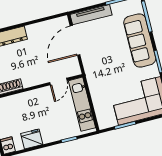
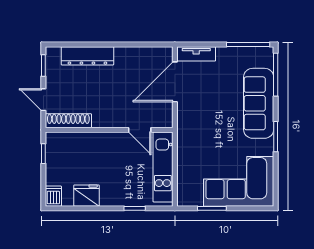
tv unit: (91, 15) -> (196, 54), width x0.71
door: (58, 82) -> (140, 130), hinge flipped

